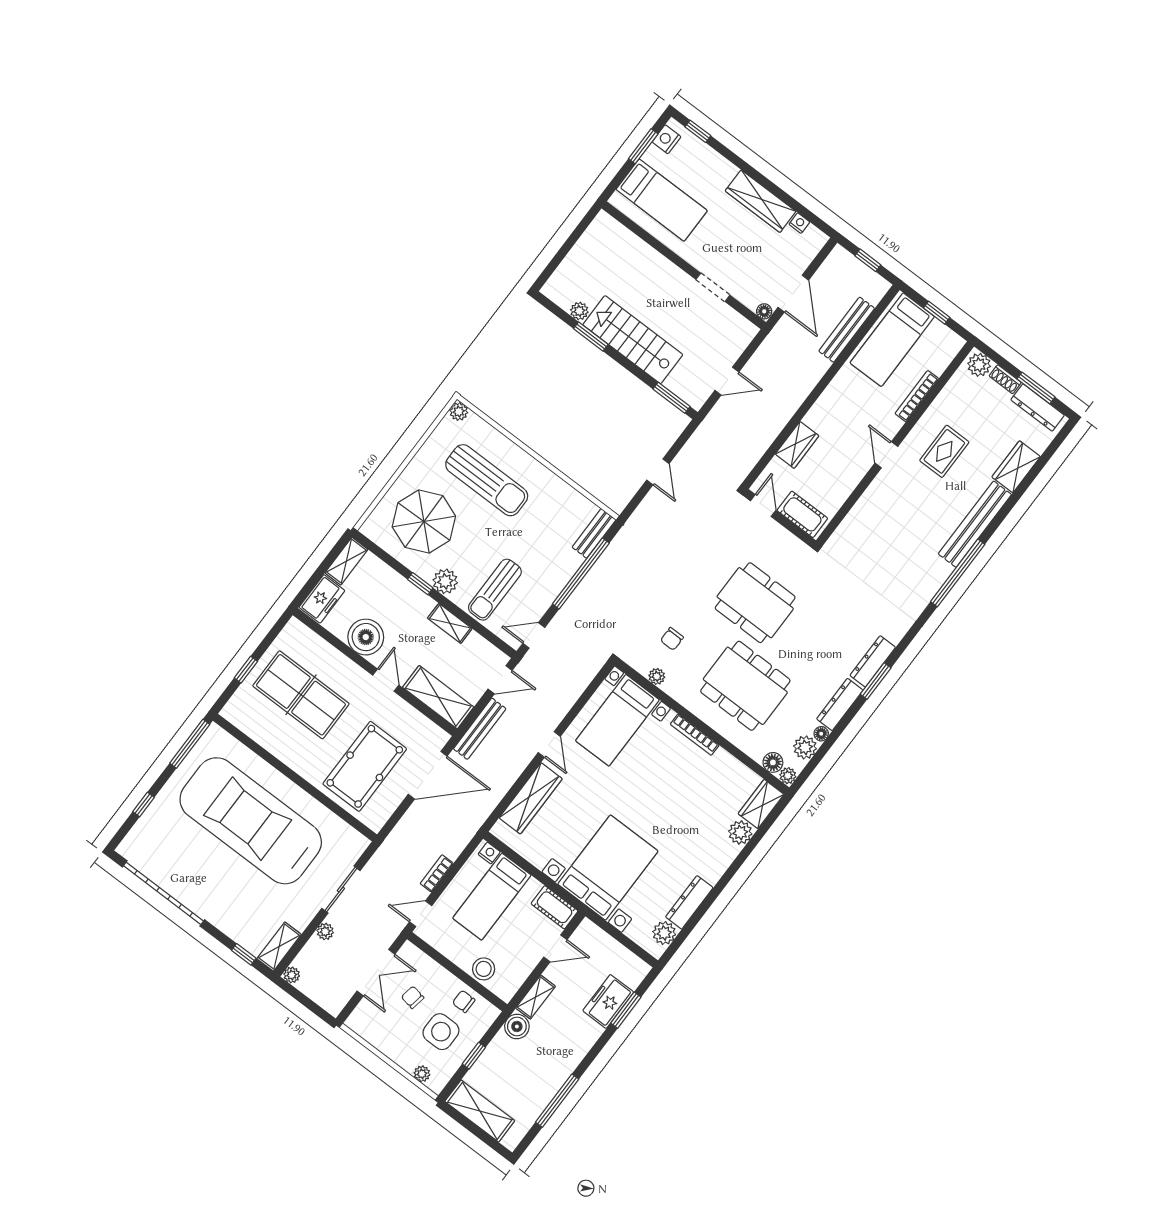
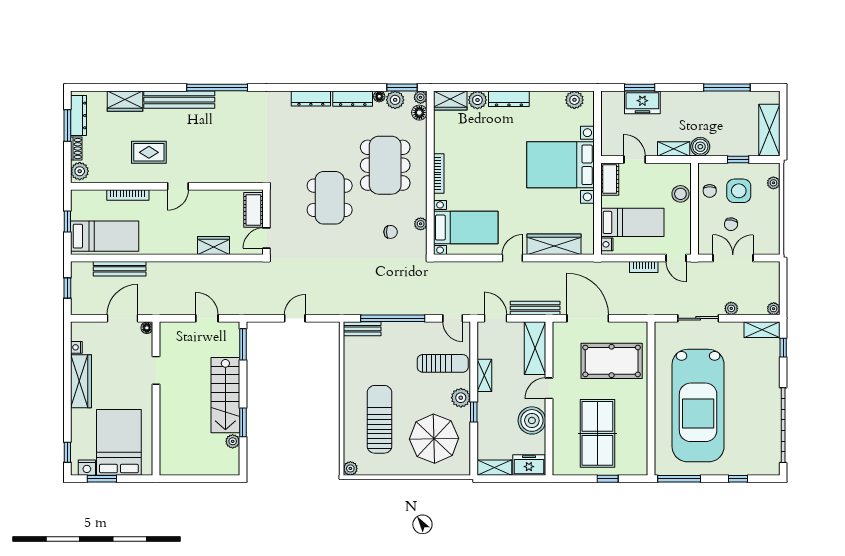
bed: (662, 200) -> (119, 442), width x1.50
window: (876, 681) -> (402, 87), moved
dresser: (689, 902) -> (509, 99), moved

